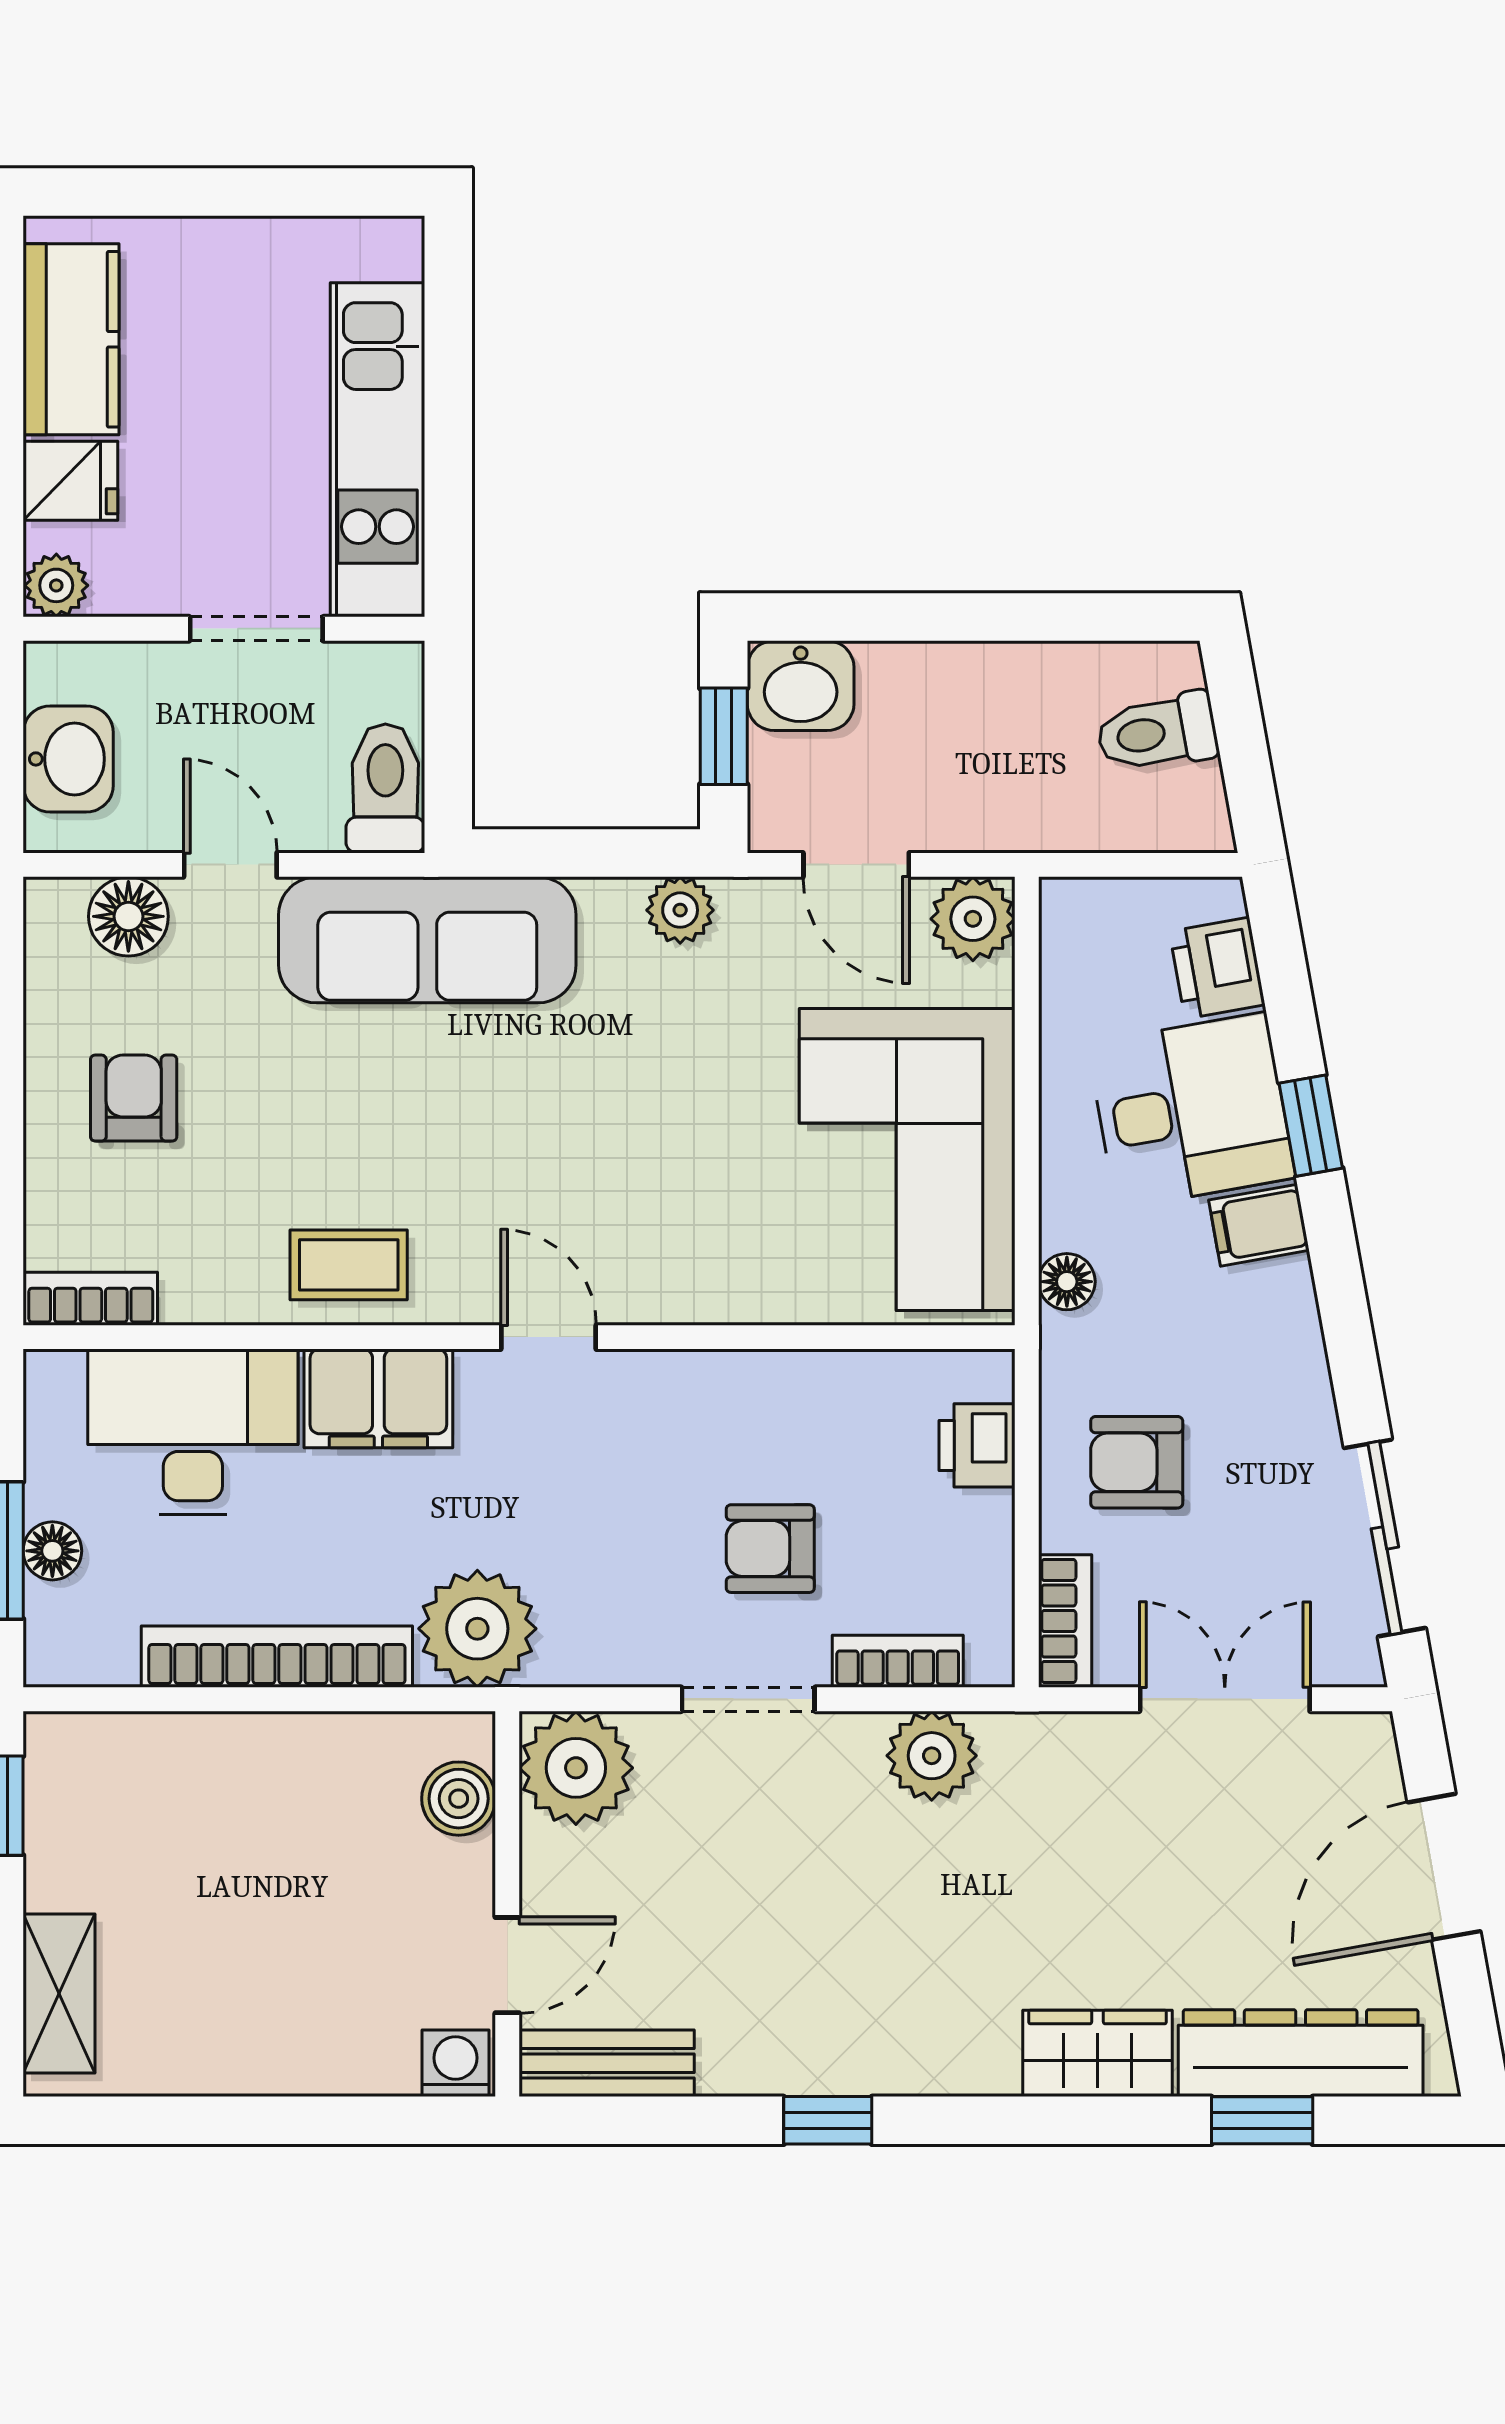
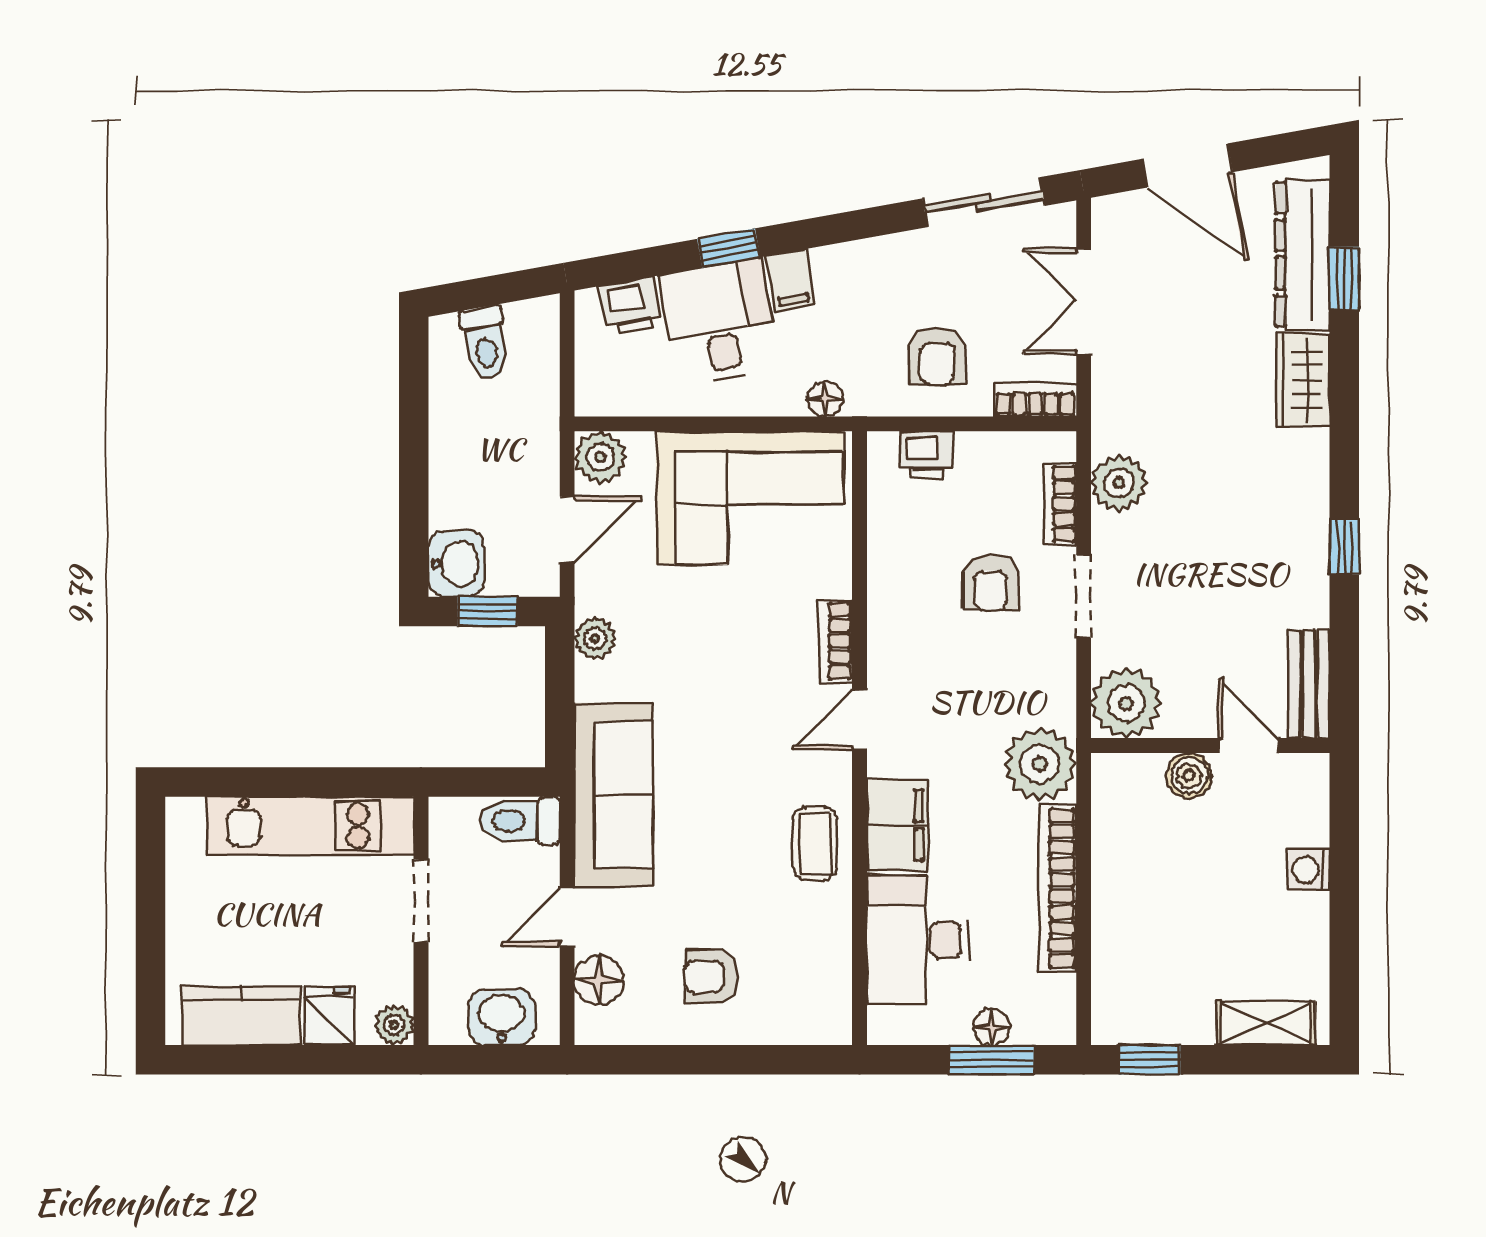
bookcase: (91, 1299) -> (836, 641), moved
boiler: (459, 1799) -> (1189, 776), moved
washing machine: (455, 2063) -> (1309, 870), moved

